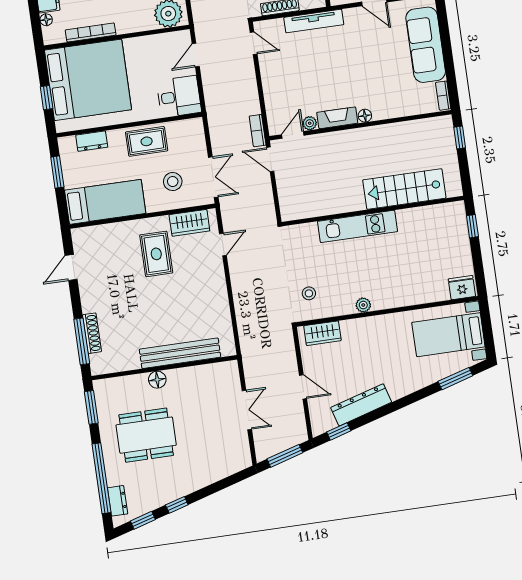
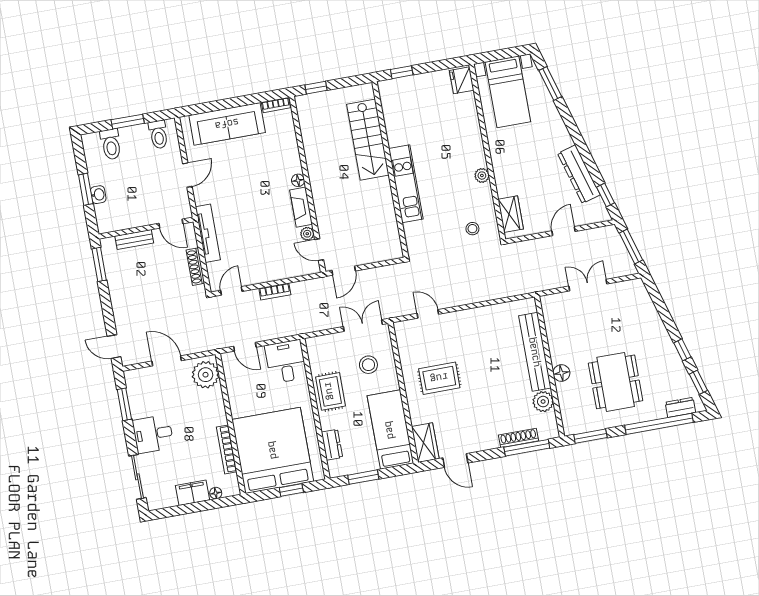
bookcase: (258, 131) -> (275, 291), moved
wardrobe: (189, 223) -> (425, 443), moved
plant: (129, 360) -> (543, 402), added

